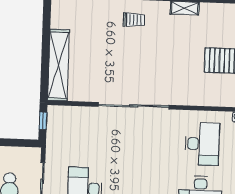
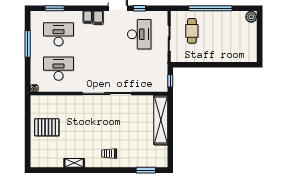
desk: (202, 144) -> (59, 69), turned 90

